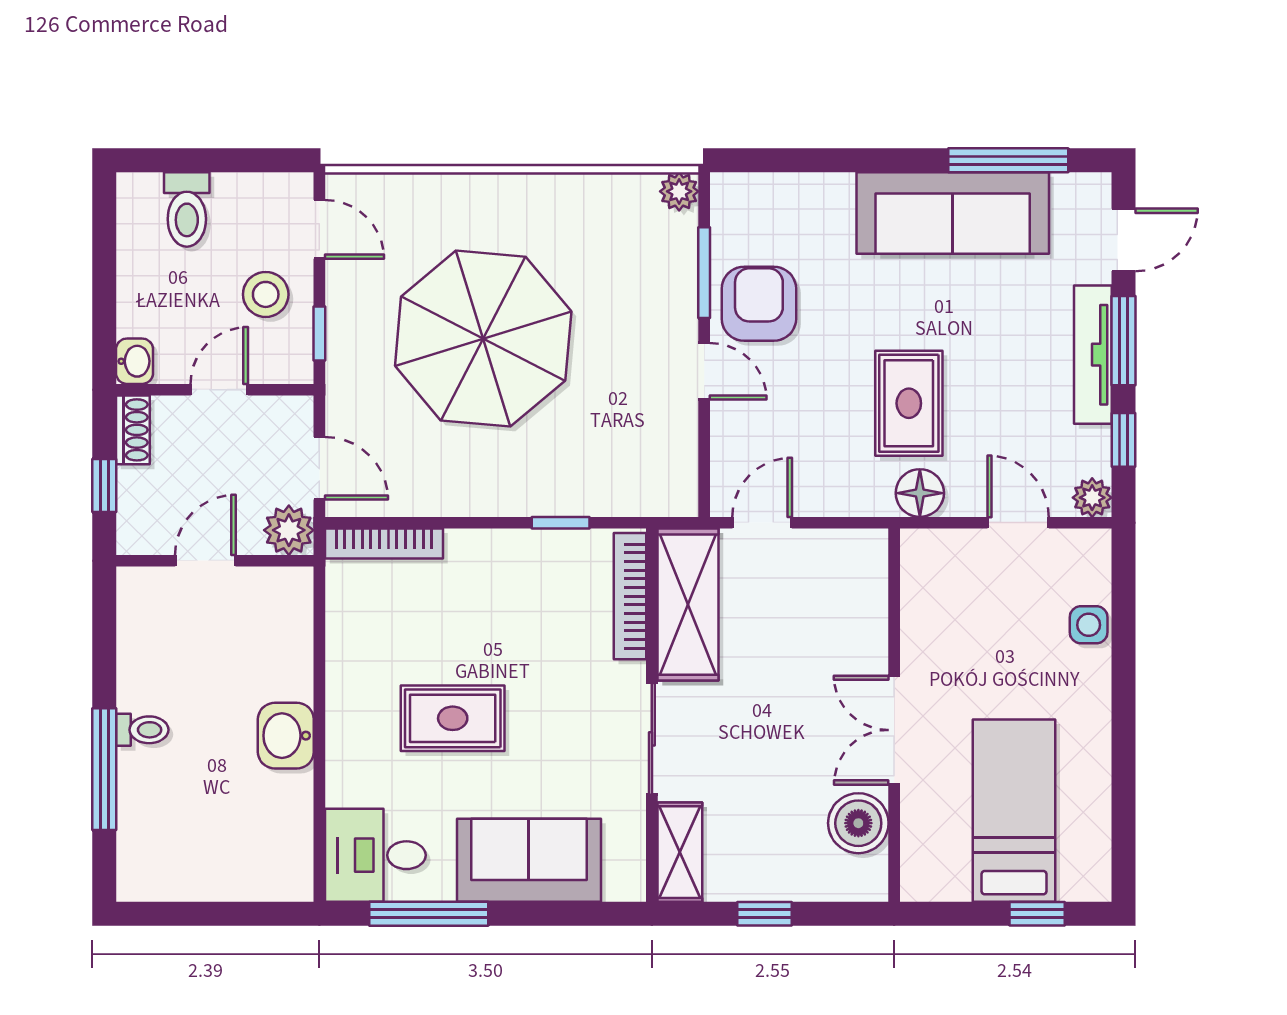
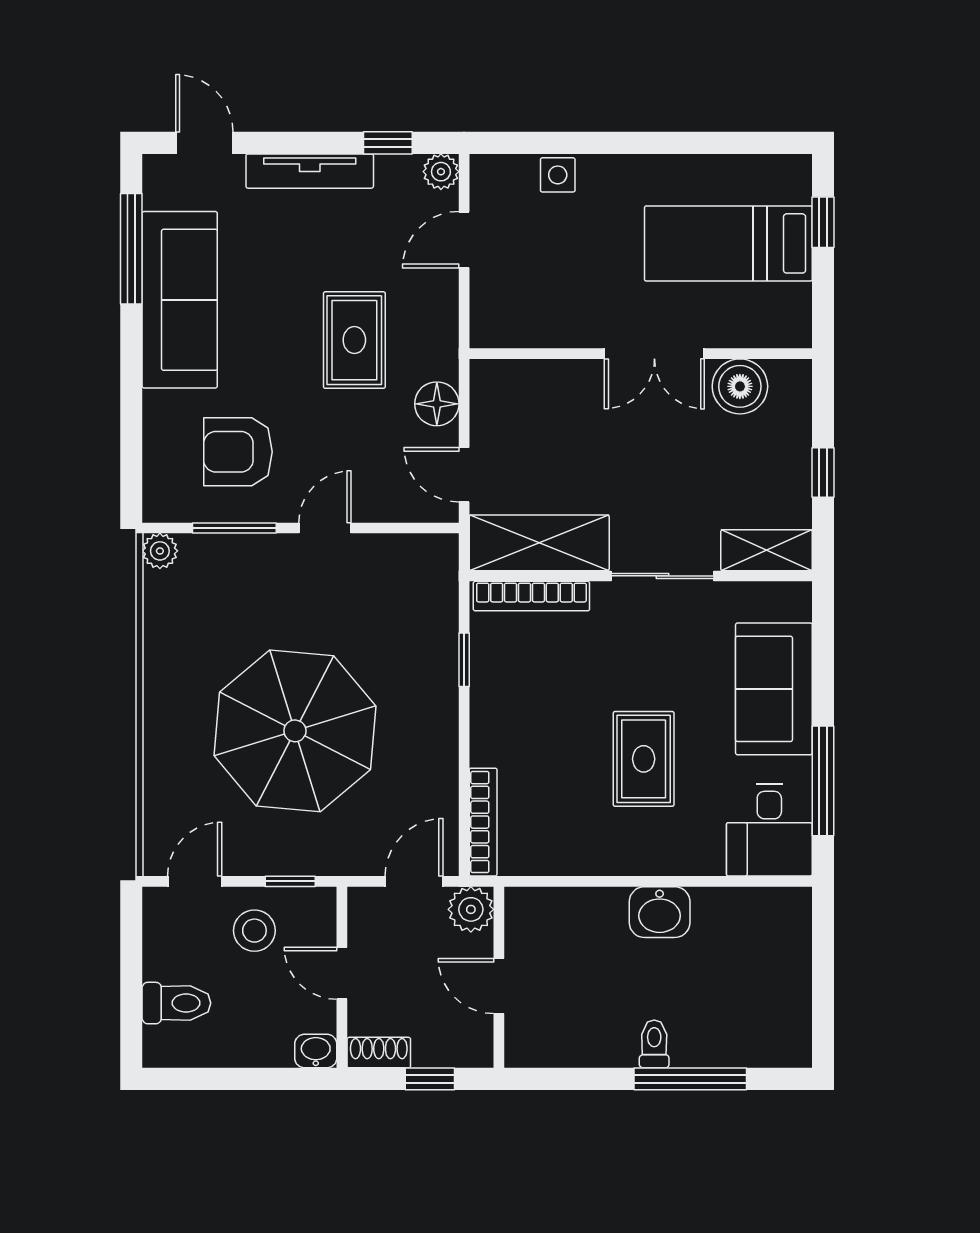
armchair: (759, 304) -> (238, 452), moved
window: (1124, 341) -> (297, 143), removed
rug: (909, 403) -> (354, 340), turned 90
floor lamp: (920, 493) -> (437, 404), moved

